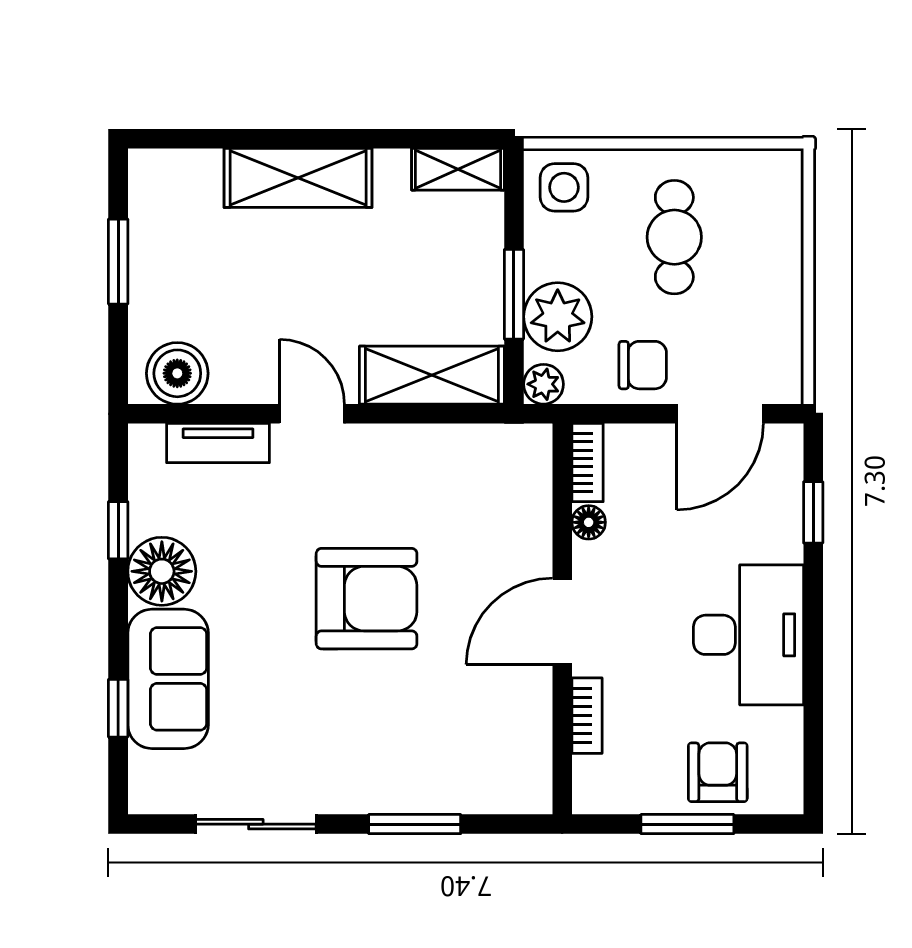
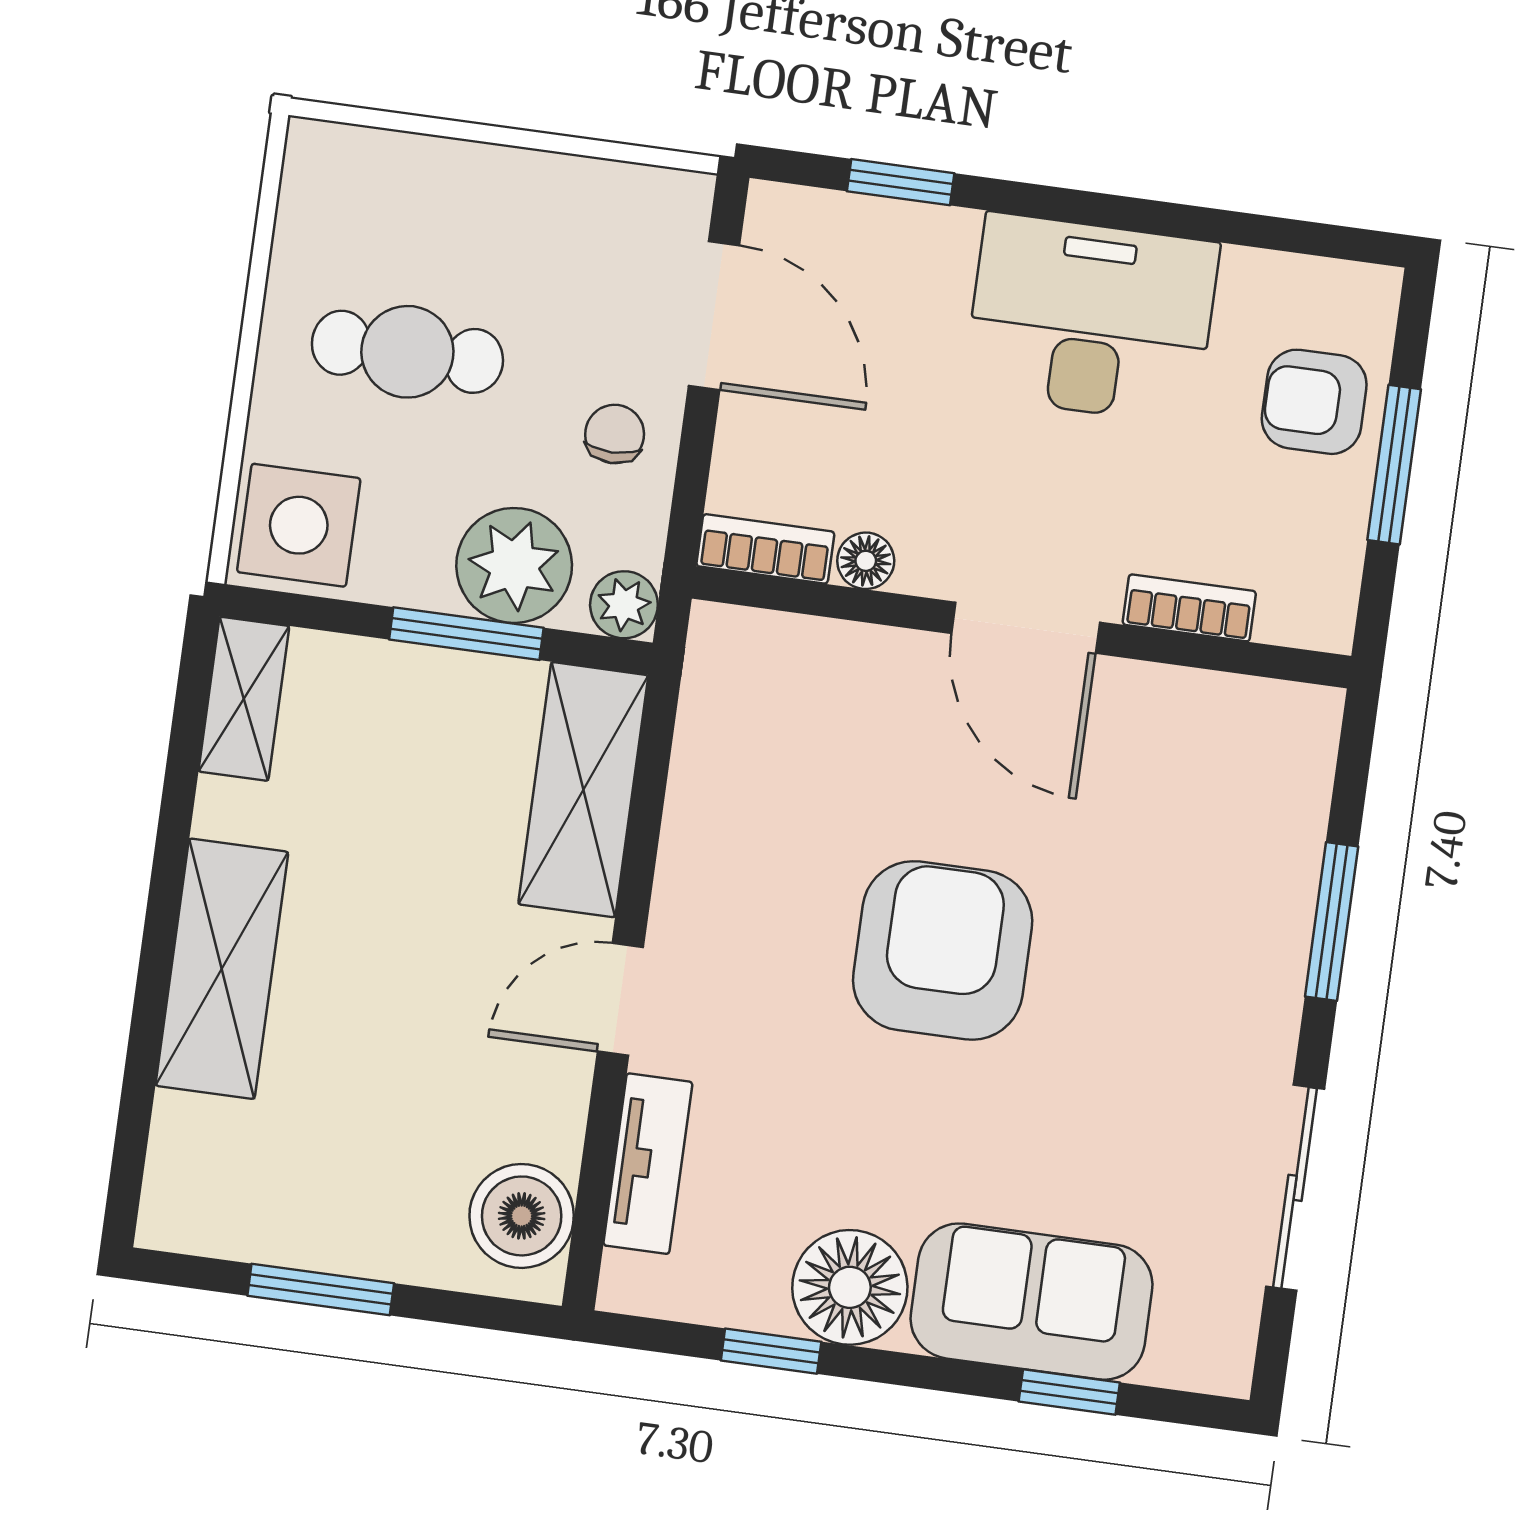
side table: (564, 187) -> (299, 525), width x1.37, depth x1.37
chair: (643, 365) -> (615, 434), width x0.73, depth x0.73

